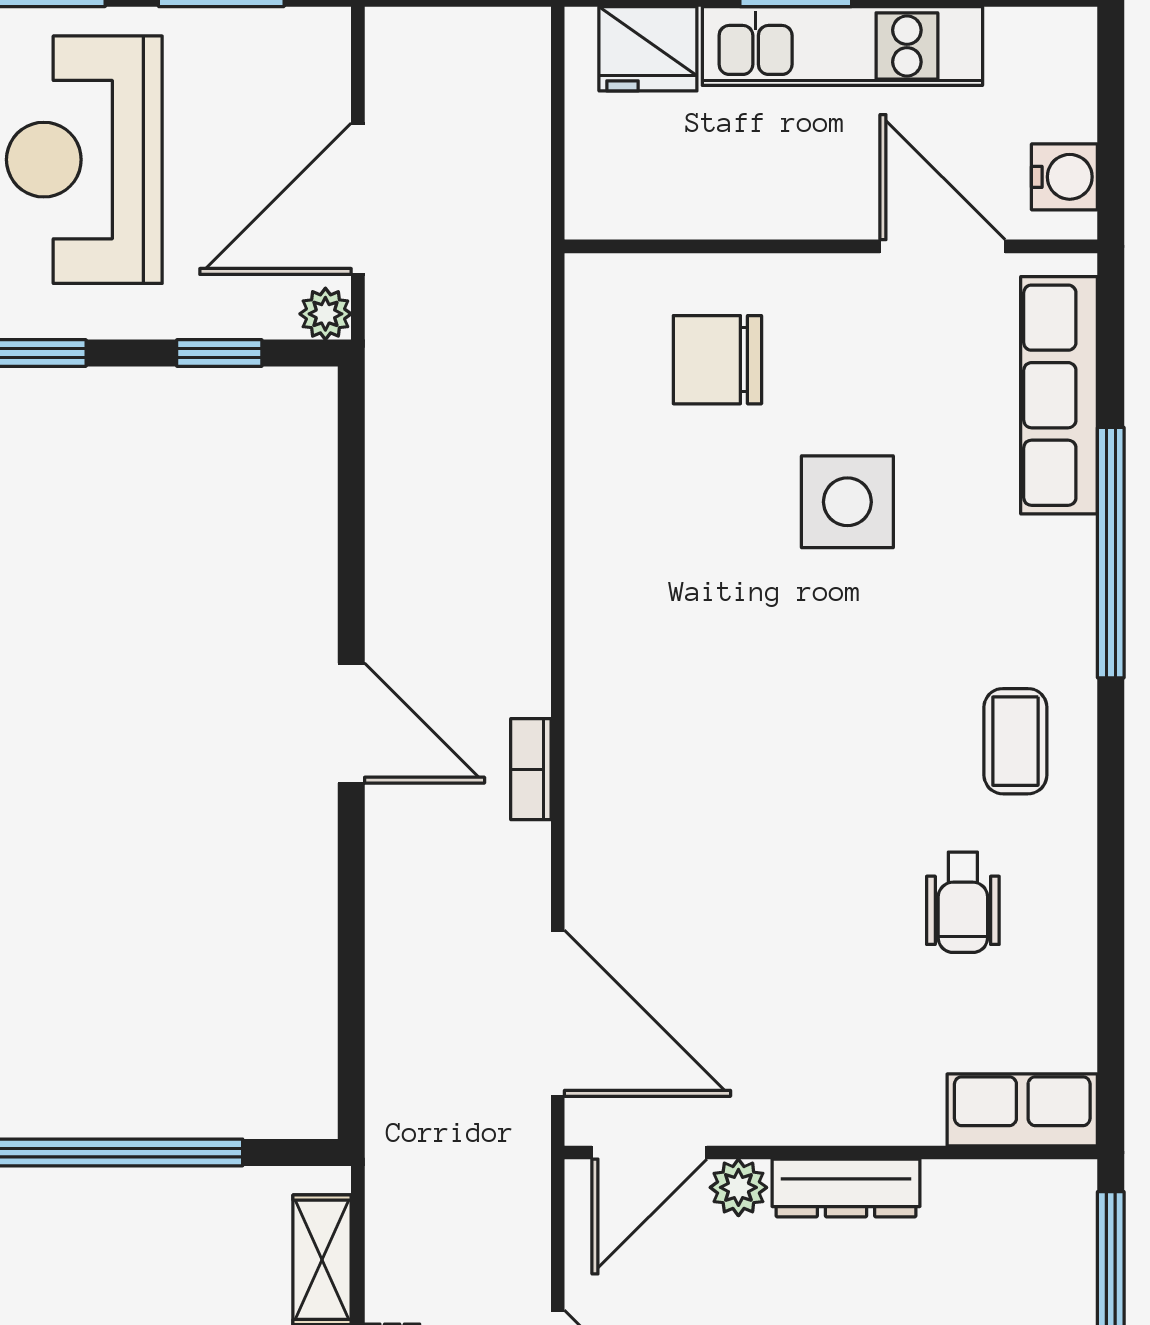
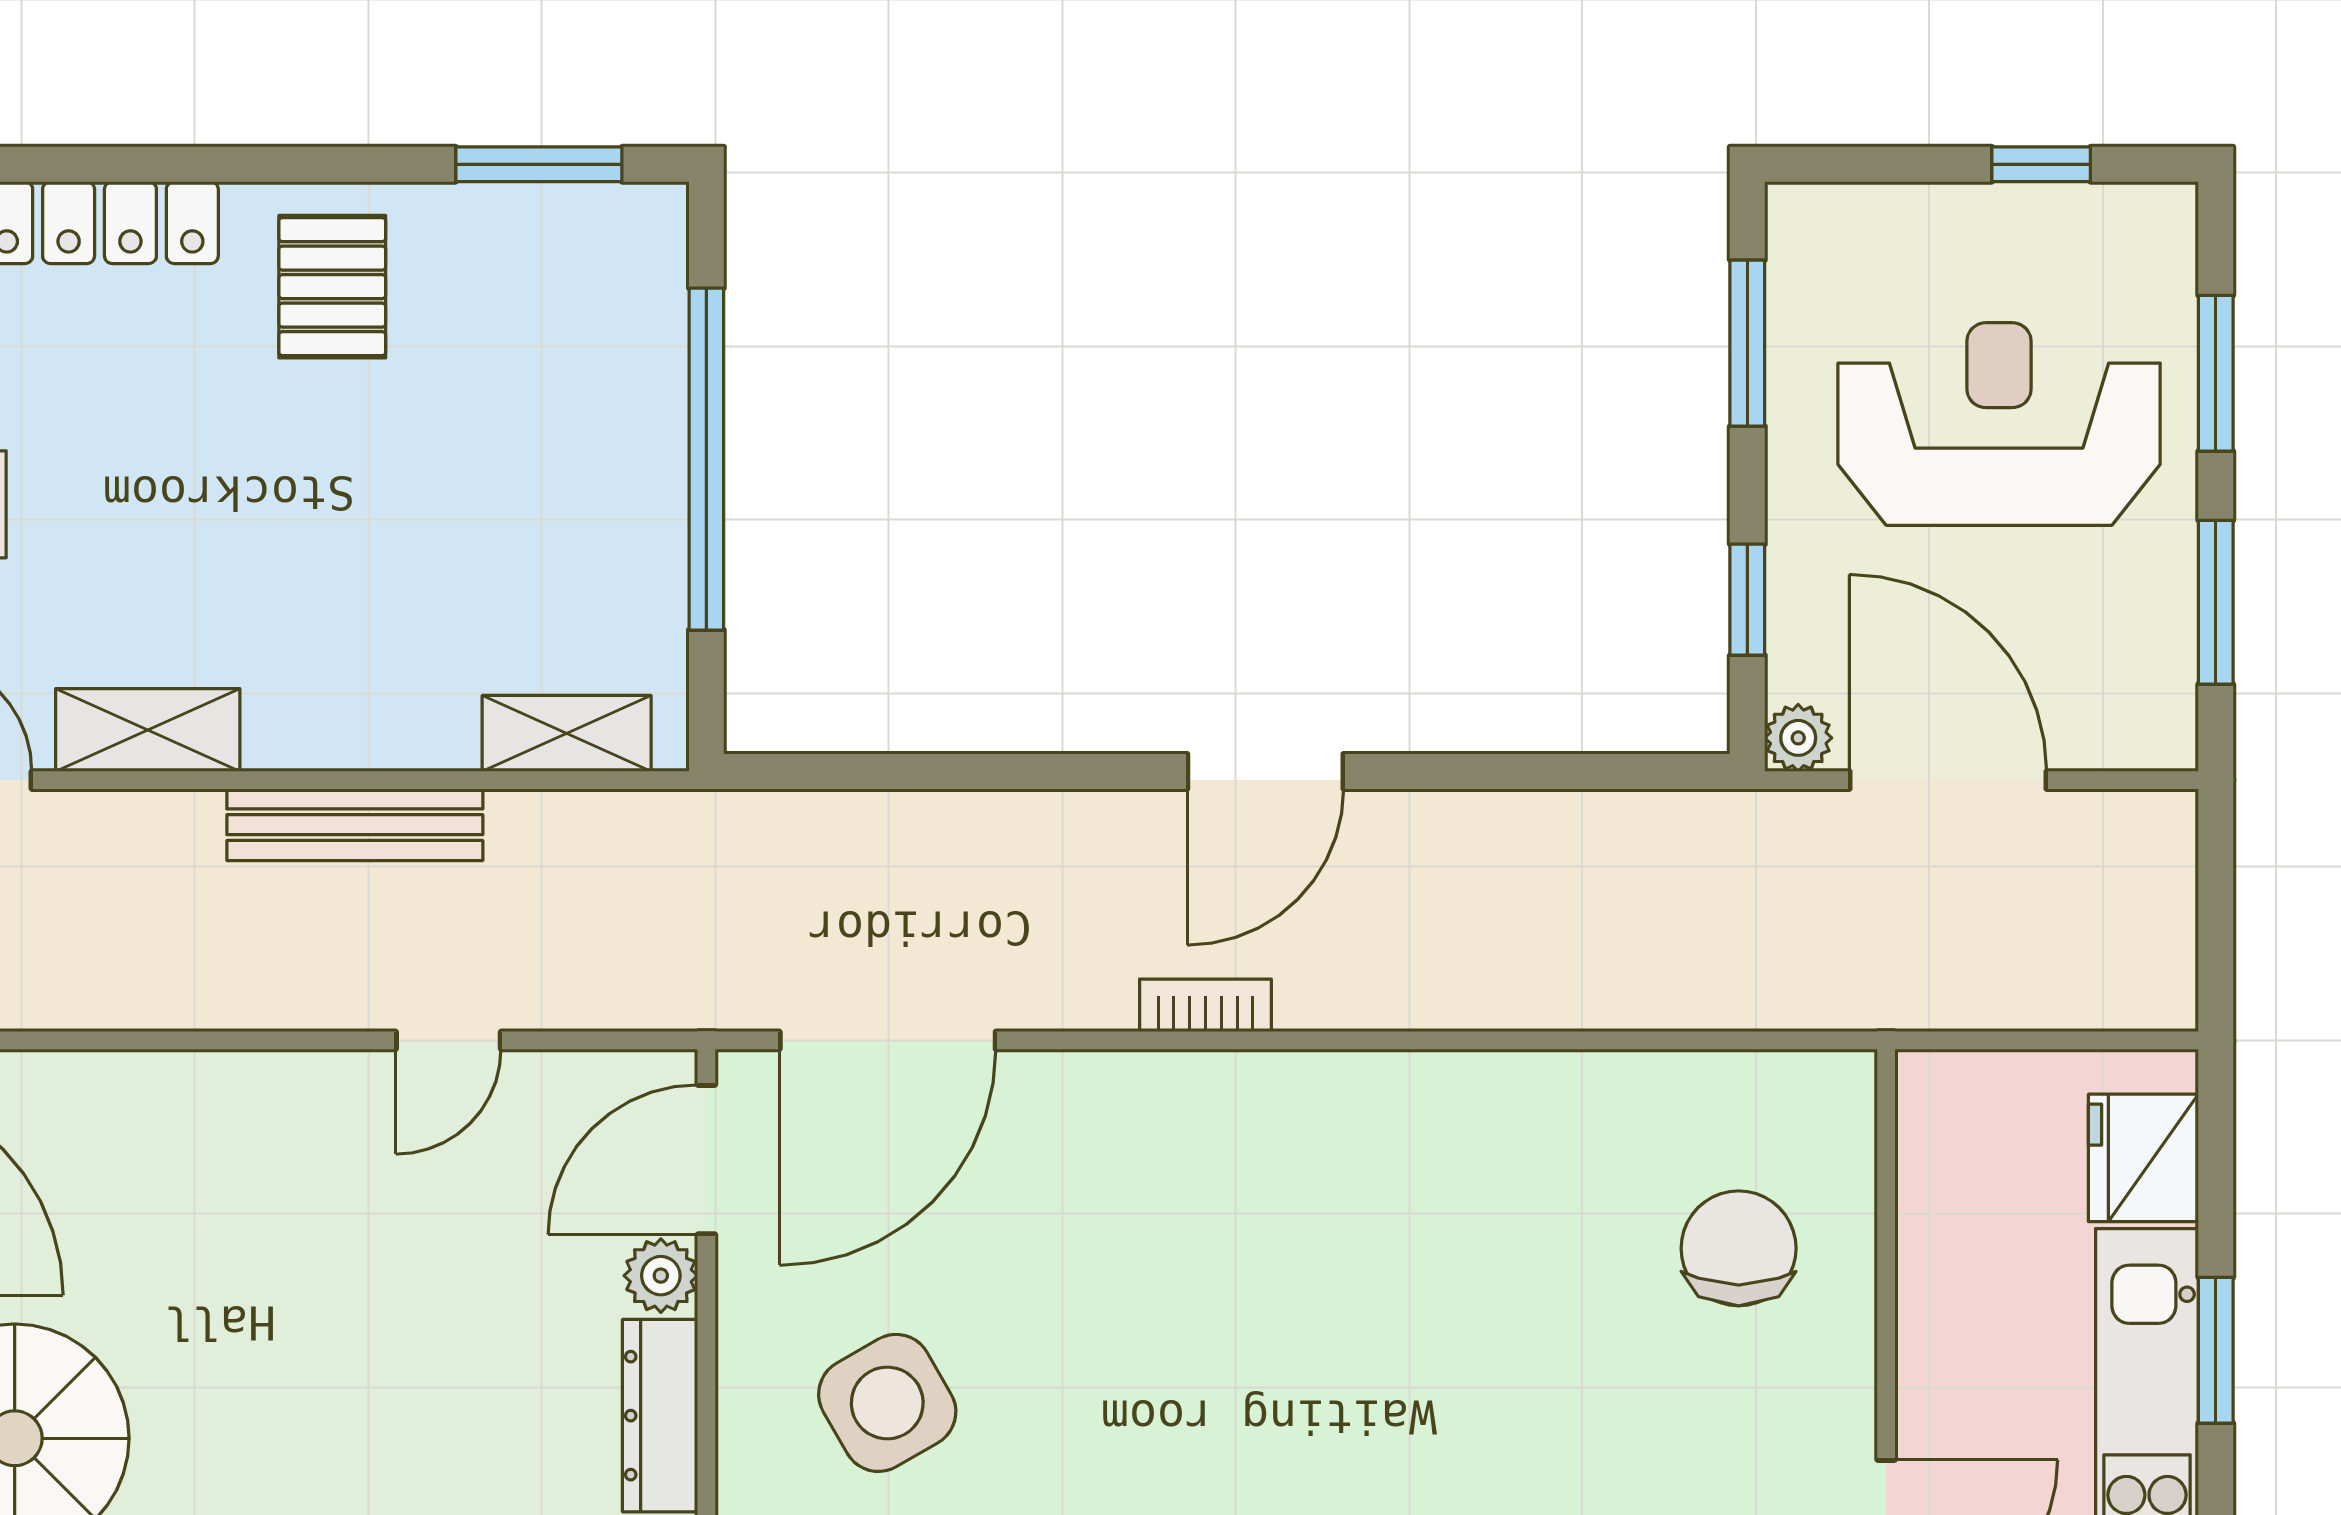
side table: (847, 502) -> (887, 1403), moved, turned -30
door: (649, 1152) -> (706, 1160), hinge flipped

